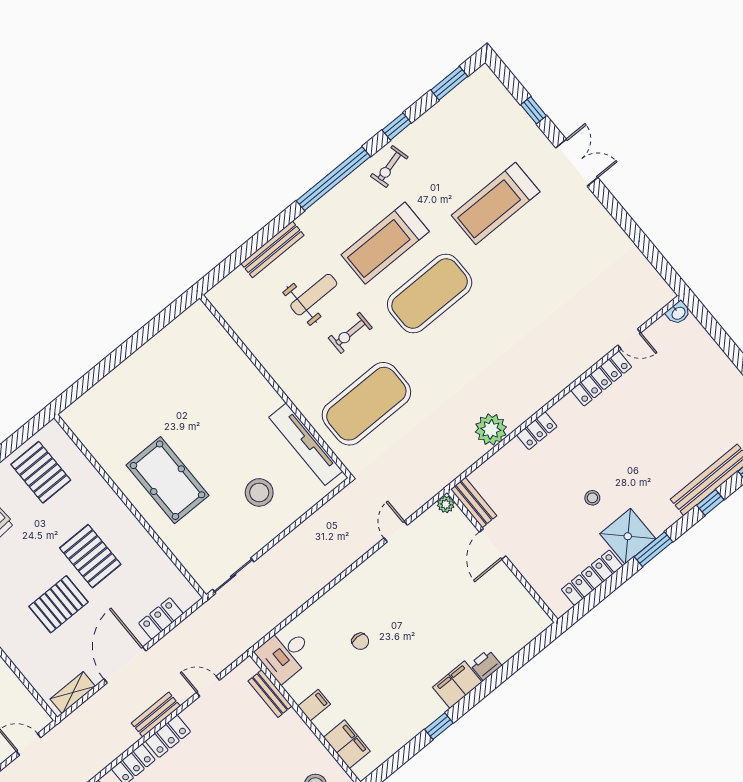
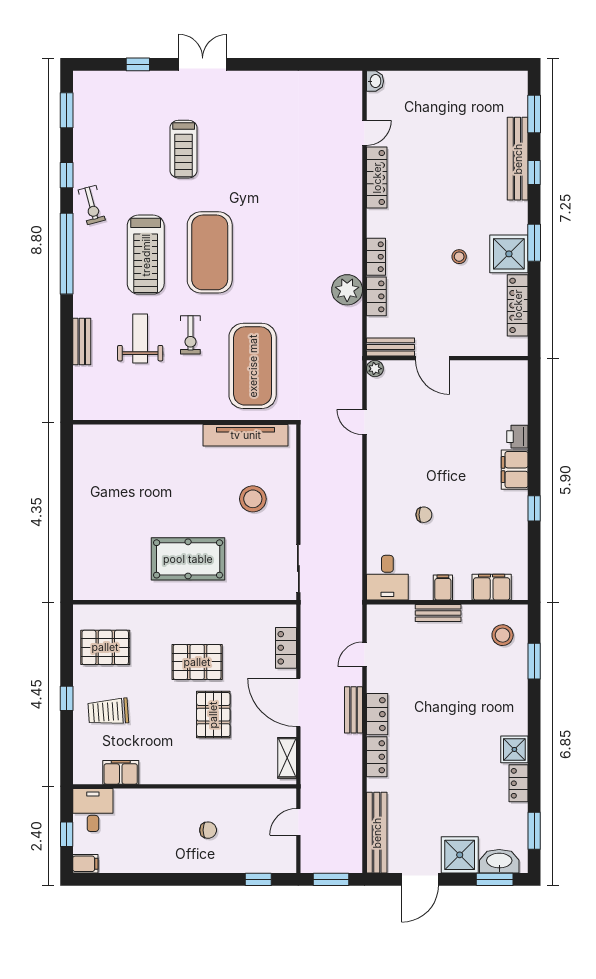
treadmill: (496, 204) -> (184, 149), width x0.73, depth x0.73
bench: (272, 249) -> (82, 341), width x0.73
locker: (505, 457) -> (376, 296), added
bench: (270, 694) -> (438, 613), moved

